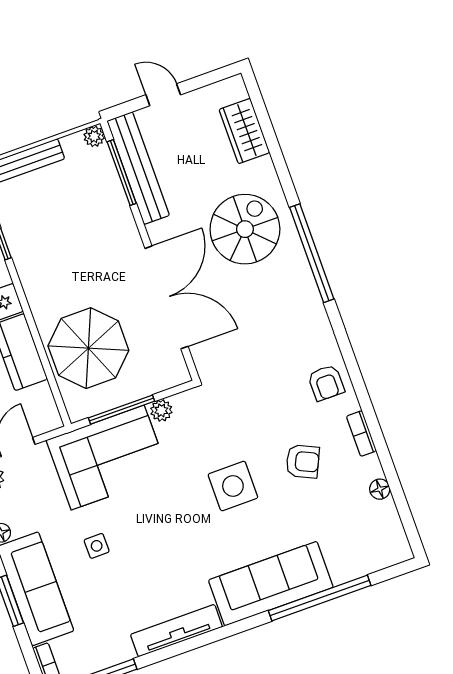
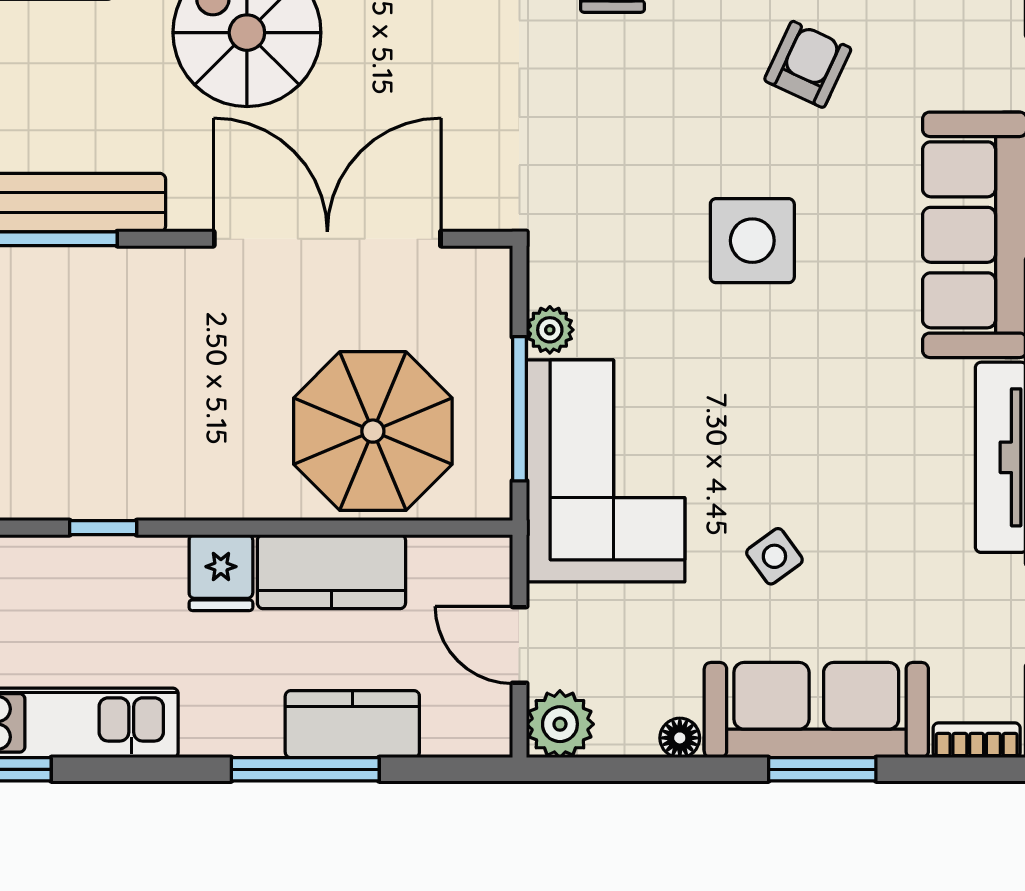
armchair: (303, 461) -> (808, 64), moved
side table: (97, 546) -> (774, 556), turned -36

